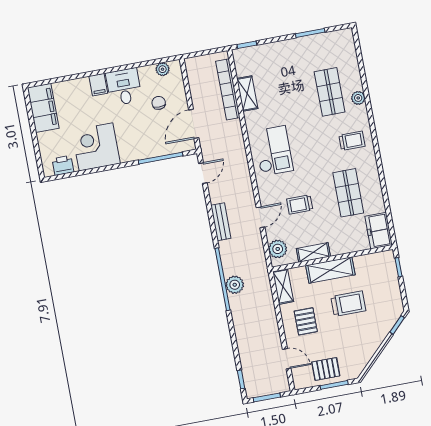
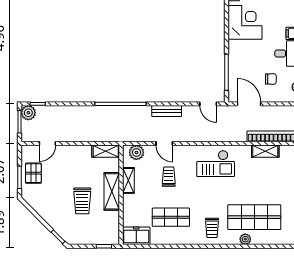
shop shelf: (330, 92) -> (254, 217), width x1.43, depth x1.36
plant: (235, 285) -> (28, 113), moved
pallet: (306, 321) -> (74, 164), removed

